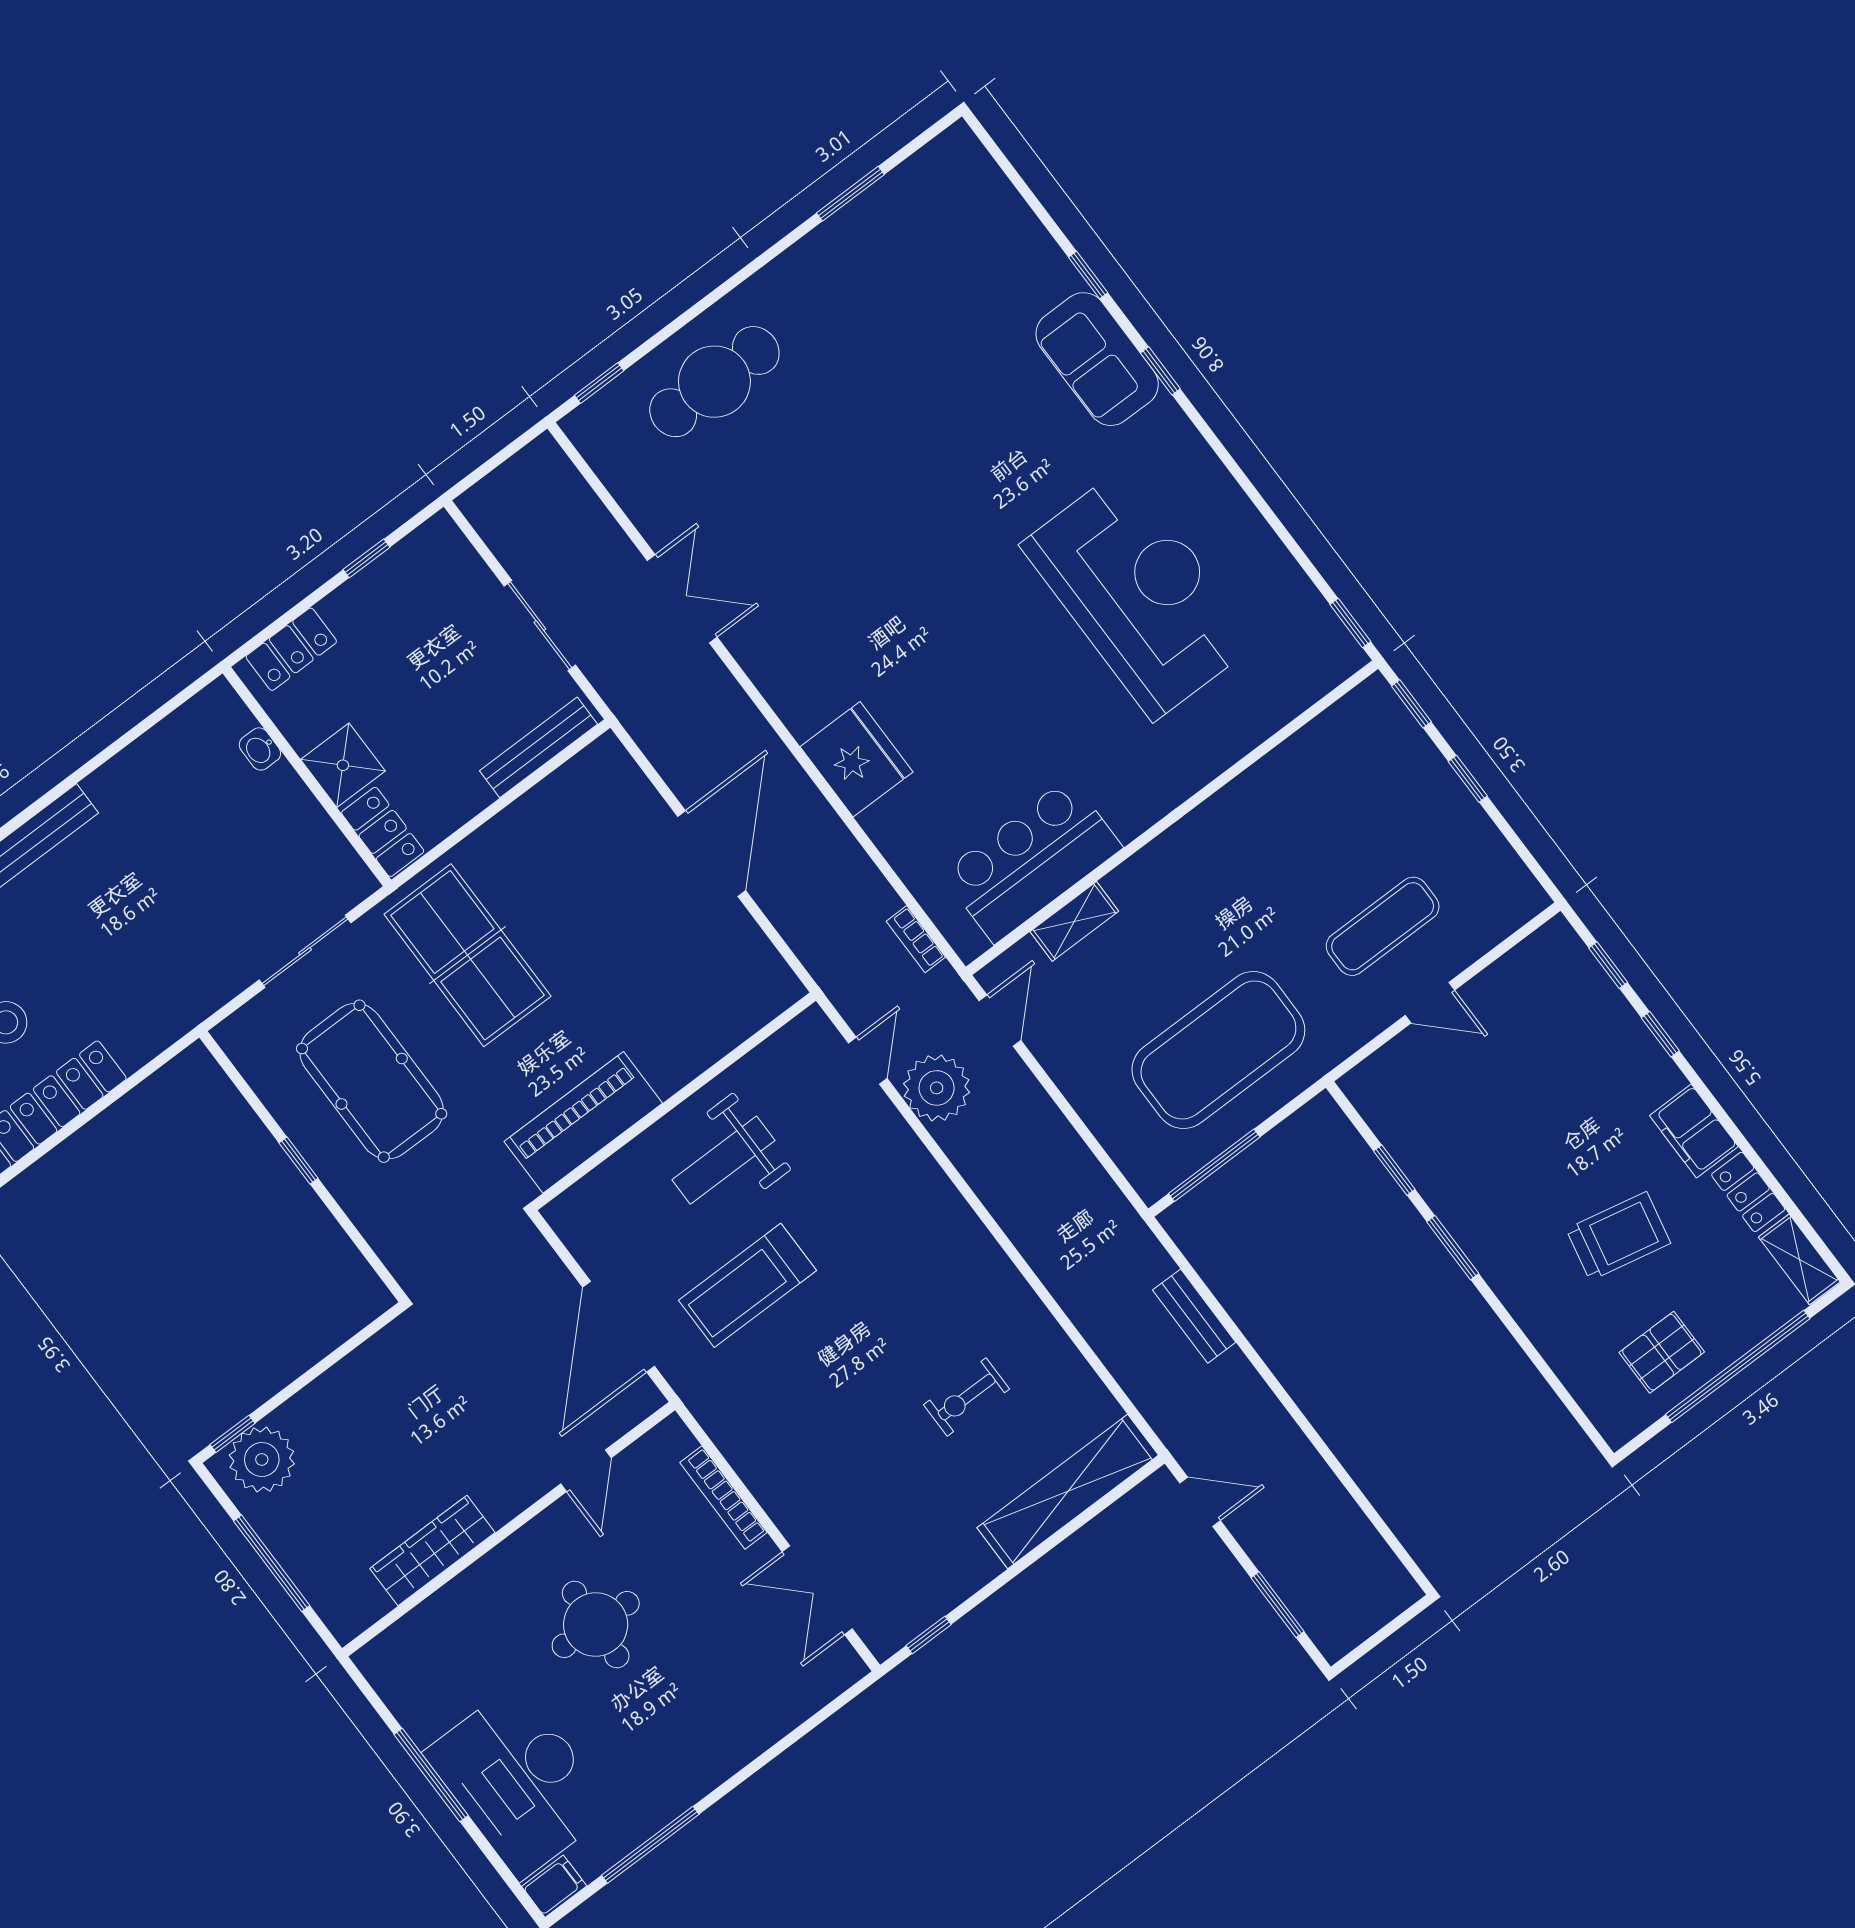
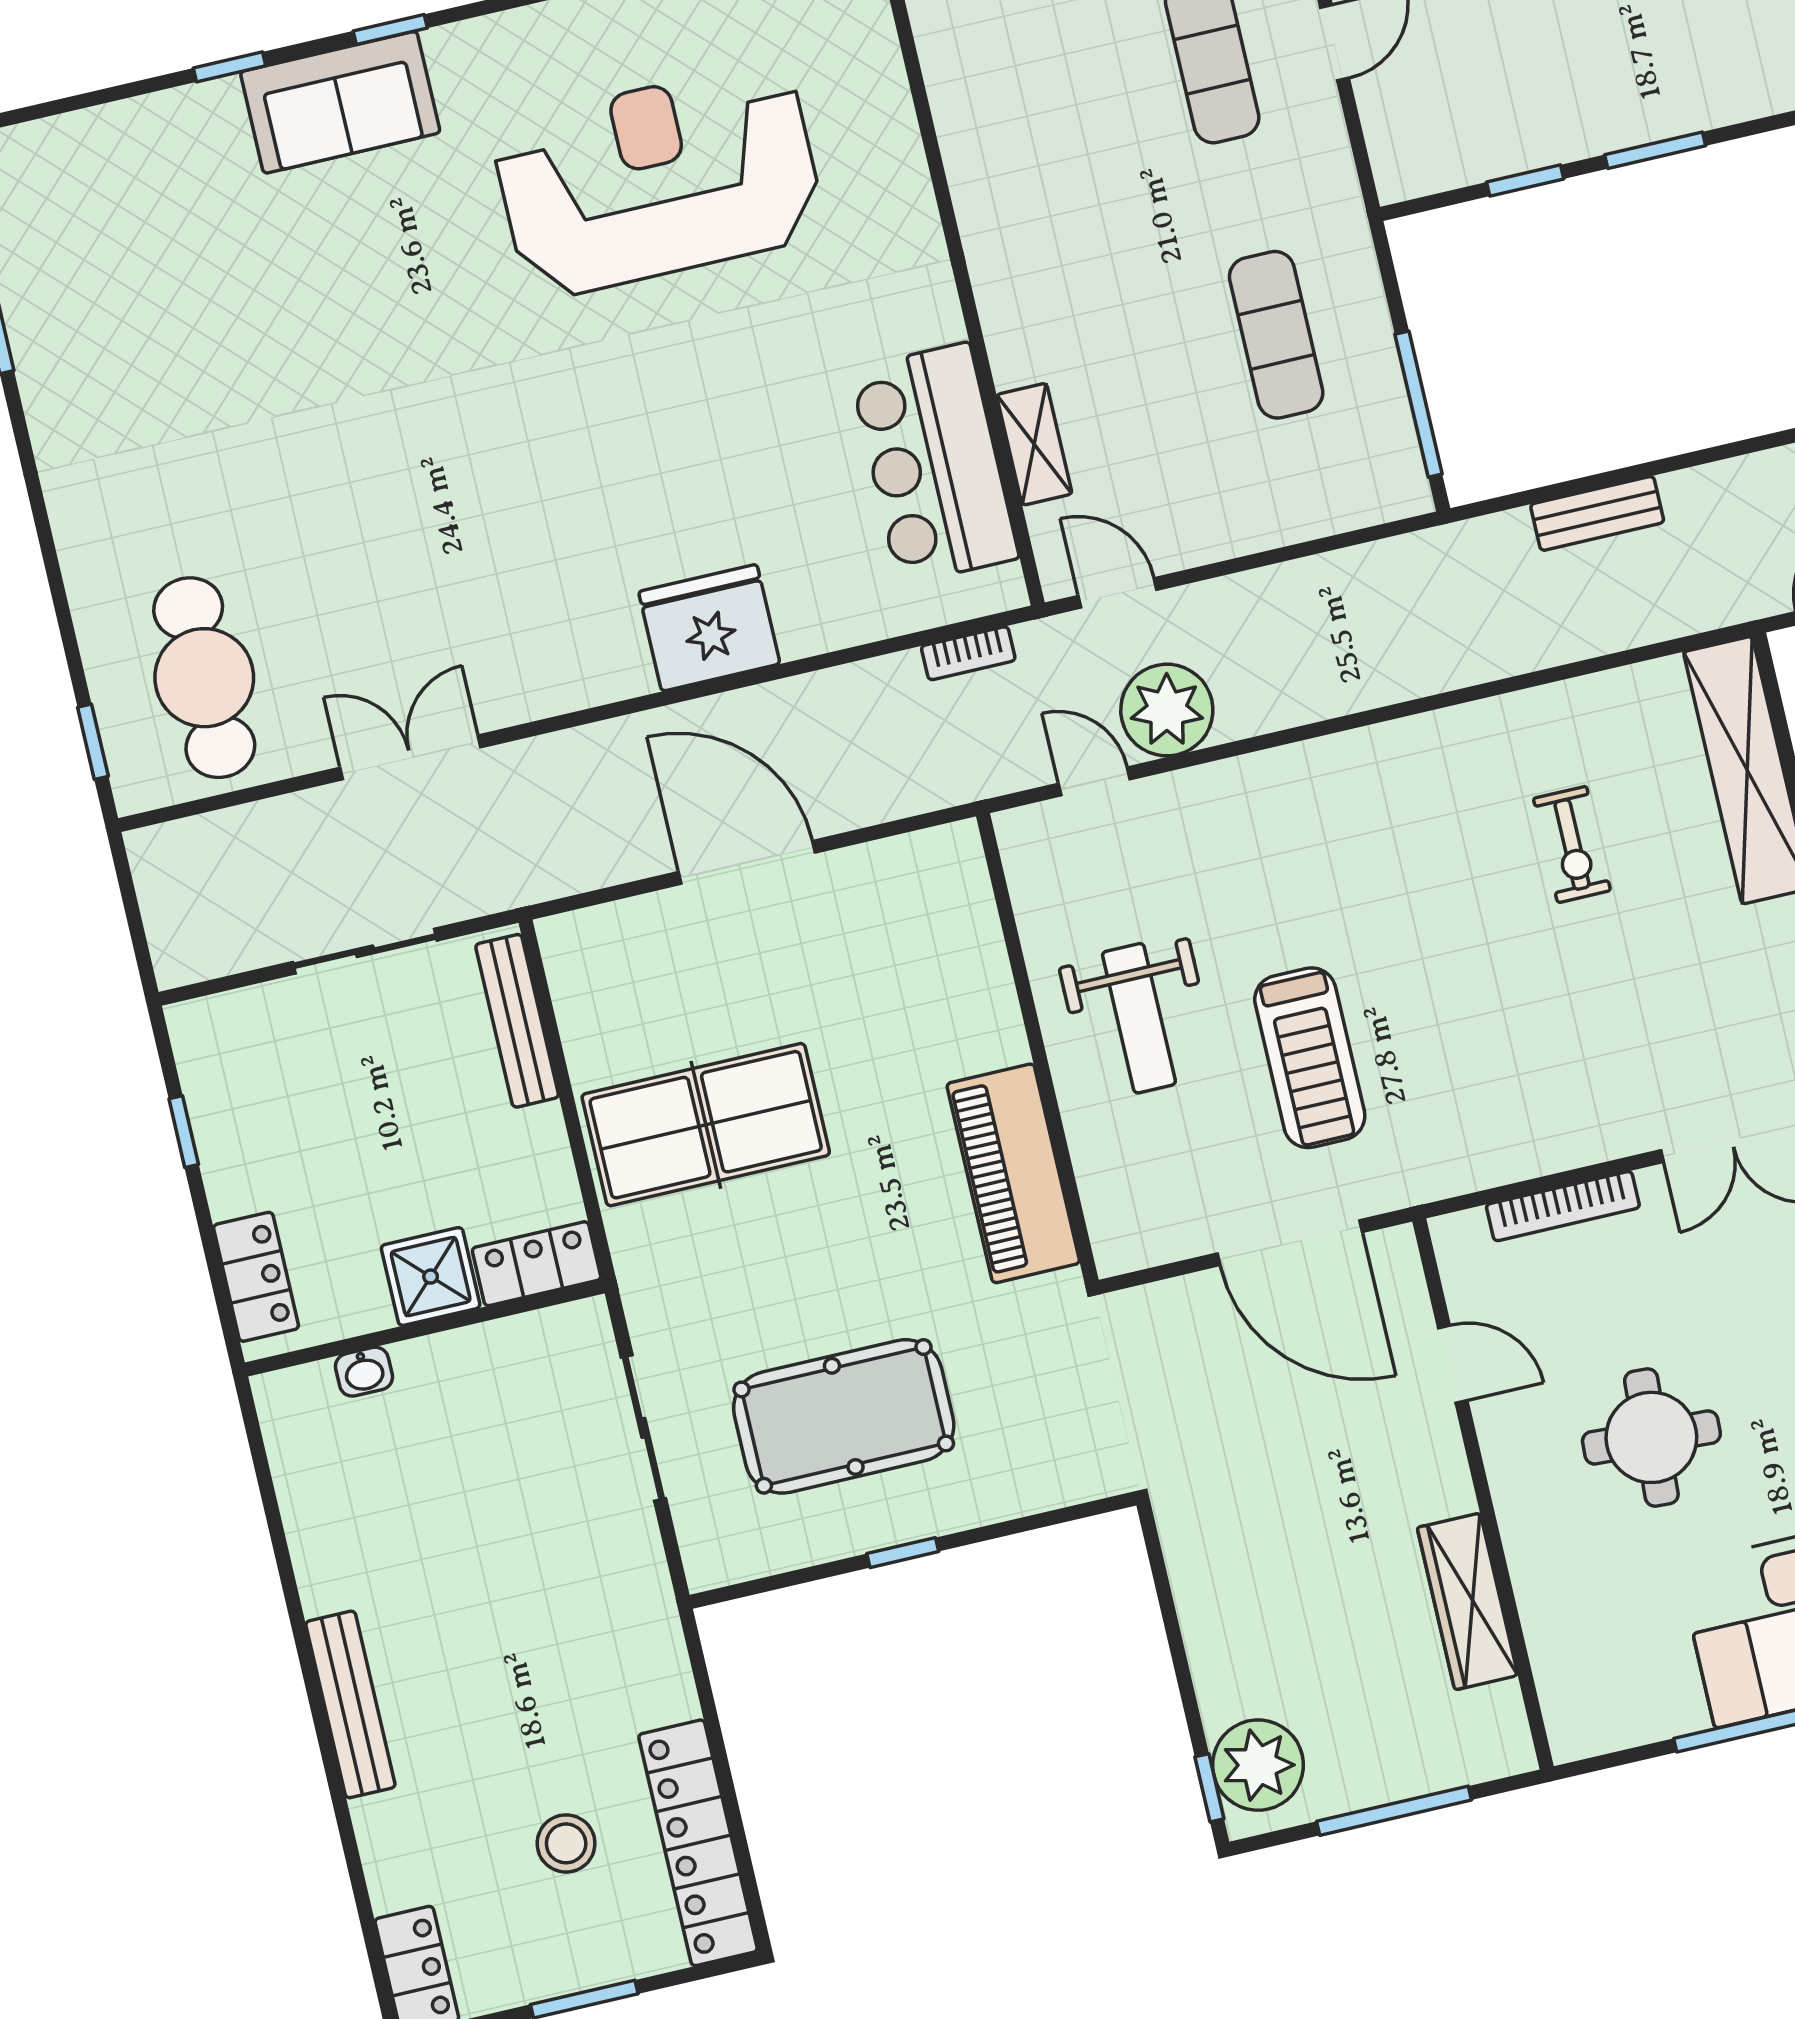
cafe table: (714, 382) -> (204, 678), moved
table tennis table: (467, 955) -> (706, 1125), moved
exercise mat: (1218, 1050) -> (1276, 335), width x0.50, depth x0.69

